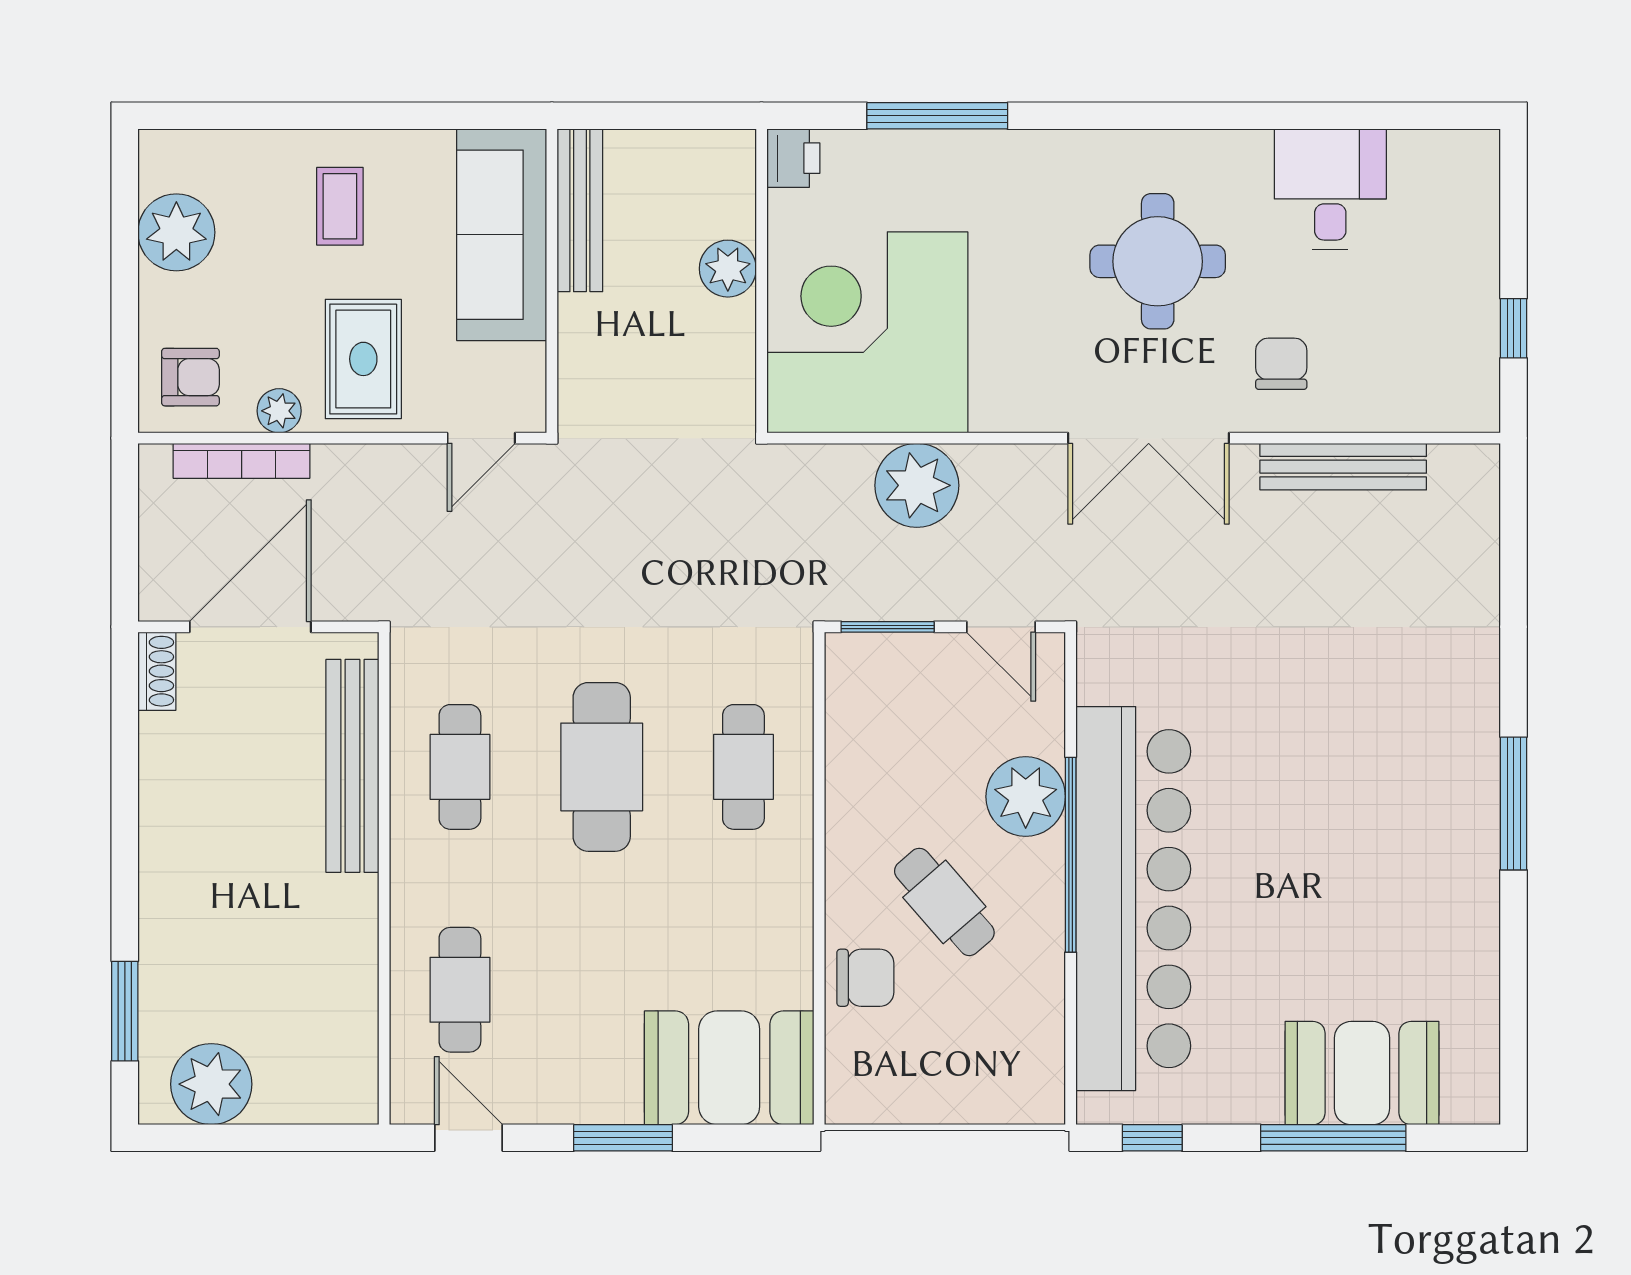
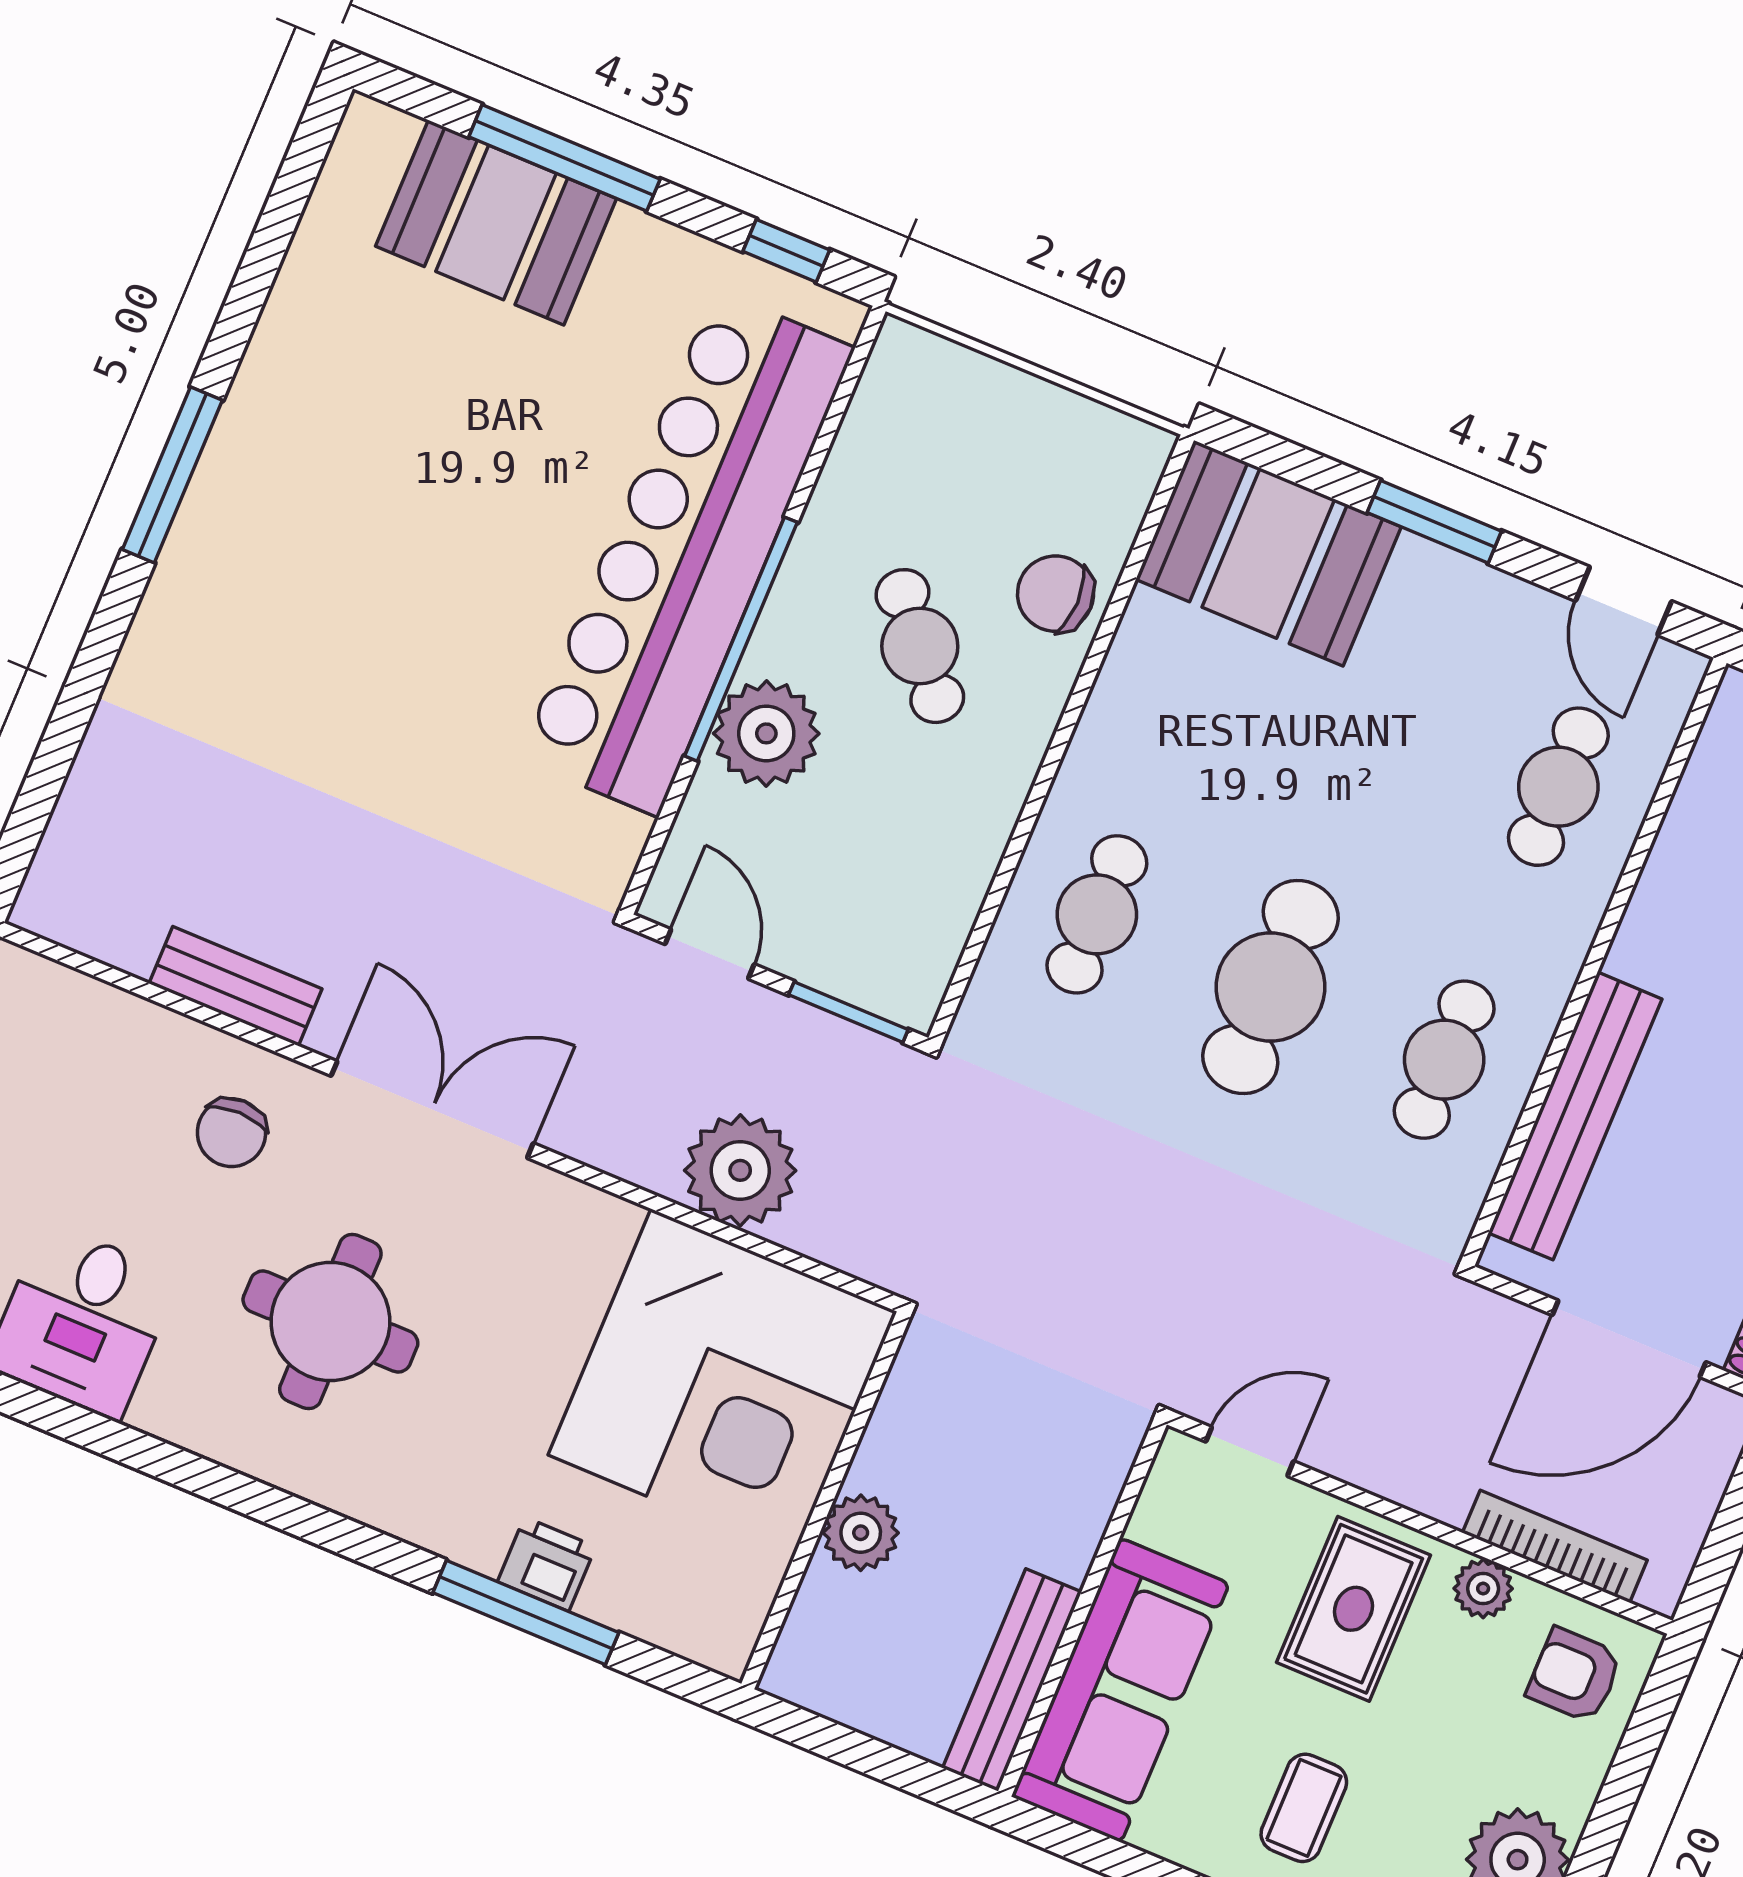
printer: (793, 158) -> (547, 1564), moved, turned 90
bench: (1343, 467) -> (236, 986), width x0.73

